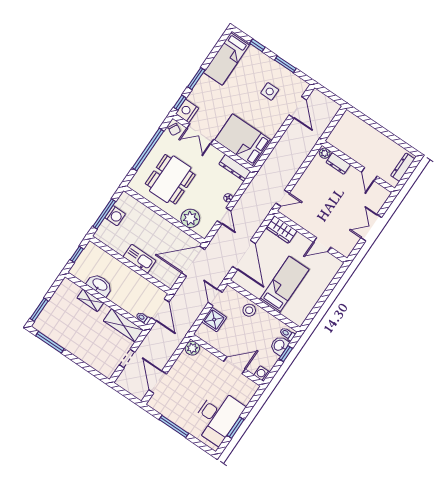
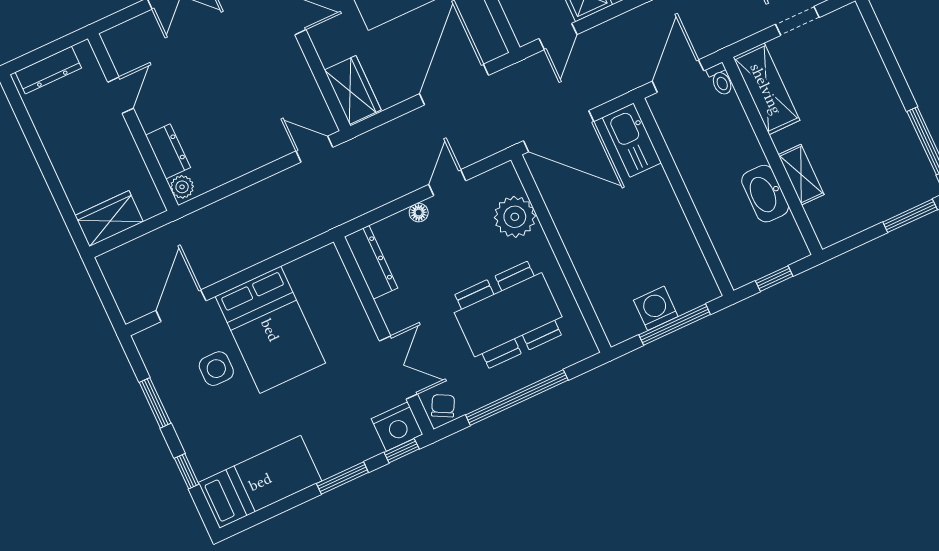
wardrobe: (345, 124) -> (109, 219), added
bed: (243, 140) -> (270, 330), moved
kitchen sink: (140, 259) -> (632, 140), moved

